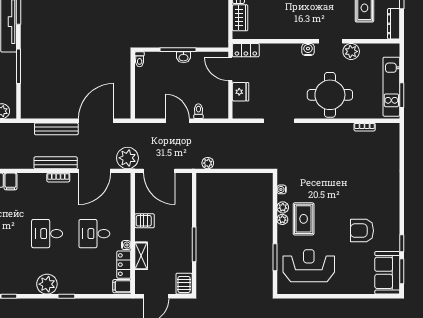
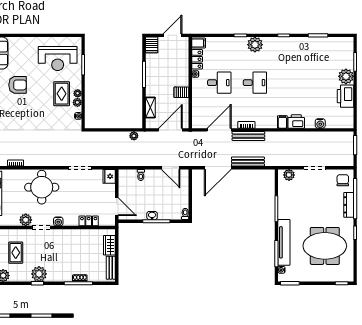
locker: (246, 50) -> (89, 221), moved
fridge: (241, 92) -> (109, 176), moved
door: (177, 121) -> (171, 168), moved
plant: (127, 158) -> (194, 140), removed
door: (159, 171) -> (170, 130), hinge flipped
shelving: (141, 256) -> (150, 107), moved

